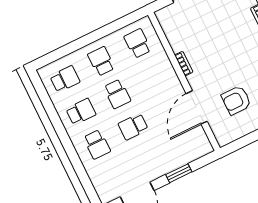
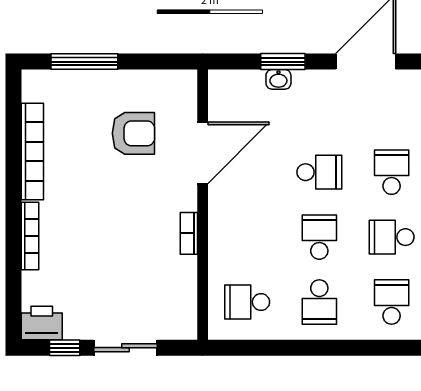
school desk: (138, 43) -> (247, 302), turned 90
school desk: (65, 79) -> (392, 302), turned 90
washbasin: (177, 163) -> (278, 79), added

